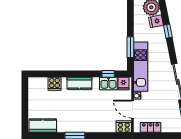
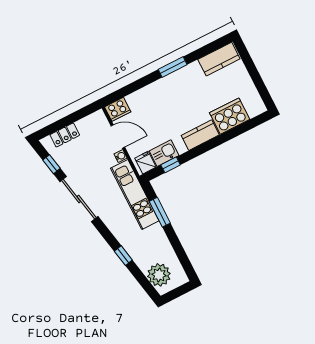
fridge: (156, 21) -> (144, 261), removed
cooker: (54, 84) -> (230, 116), width x1.87, depth x1.31
locker: (151, 127) -> (65, 135), moved

